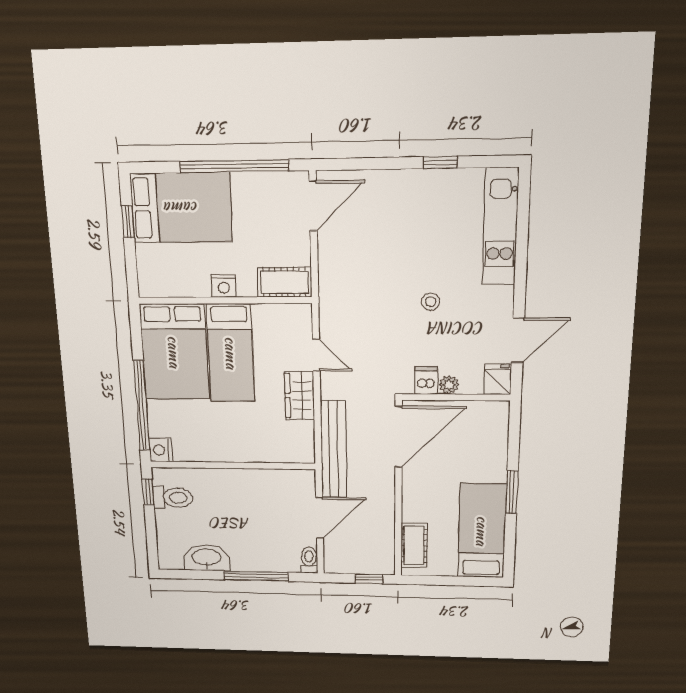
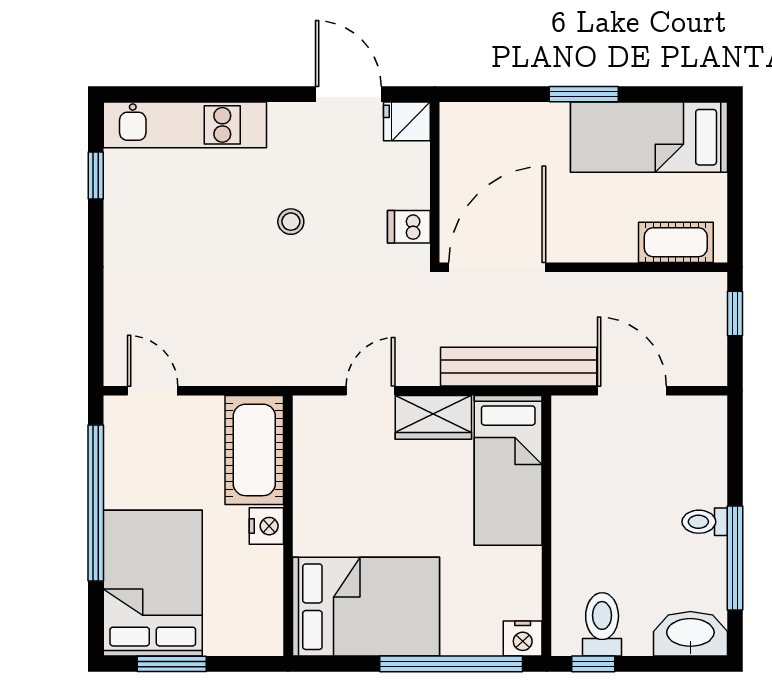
window: (440, 162) -> (96, 176), moved
door: (313, 206) -> (153, 391), width x0.73
window: (128, 222) -> (172, 664), width x1.50
cot: (285, 282) -> (254, 450), width x1.37, depth x1.34
bed: (231, 353) -> (508, 470), moved, turned 90
plant: (449, 385) -> (415, 193), removed
door: (399, 437) -> (497, 267), hinge flipped
washbasin: (206, 558) -> (690, 634), moved, turned 90
toilet: (309, 560) -> (705, 522), moved
window: (256, 576) -> (735, 558), moved

